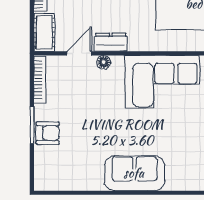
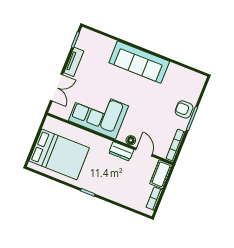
door: (79, 53) -> (144, 152), swing flipped
sofa: (134, 173) -> (139, 62), width x1.36

